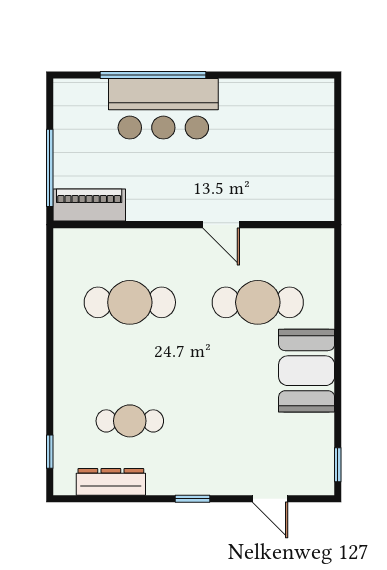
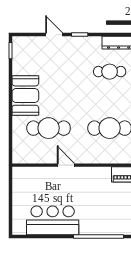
bar counter: (163, 109) -> (53, 220), moved
door: (270, 499) -> (54, 35), moved

